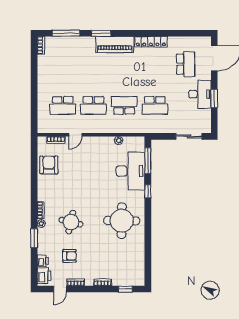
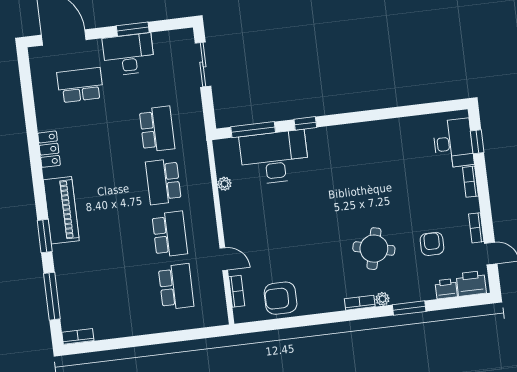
locker: (151, 42) -> (49, 149), width x0.66
round table: (122, 221) -> (361, 162), removed
desk: (126, 275) -> (453, 143), added

